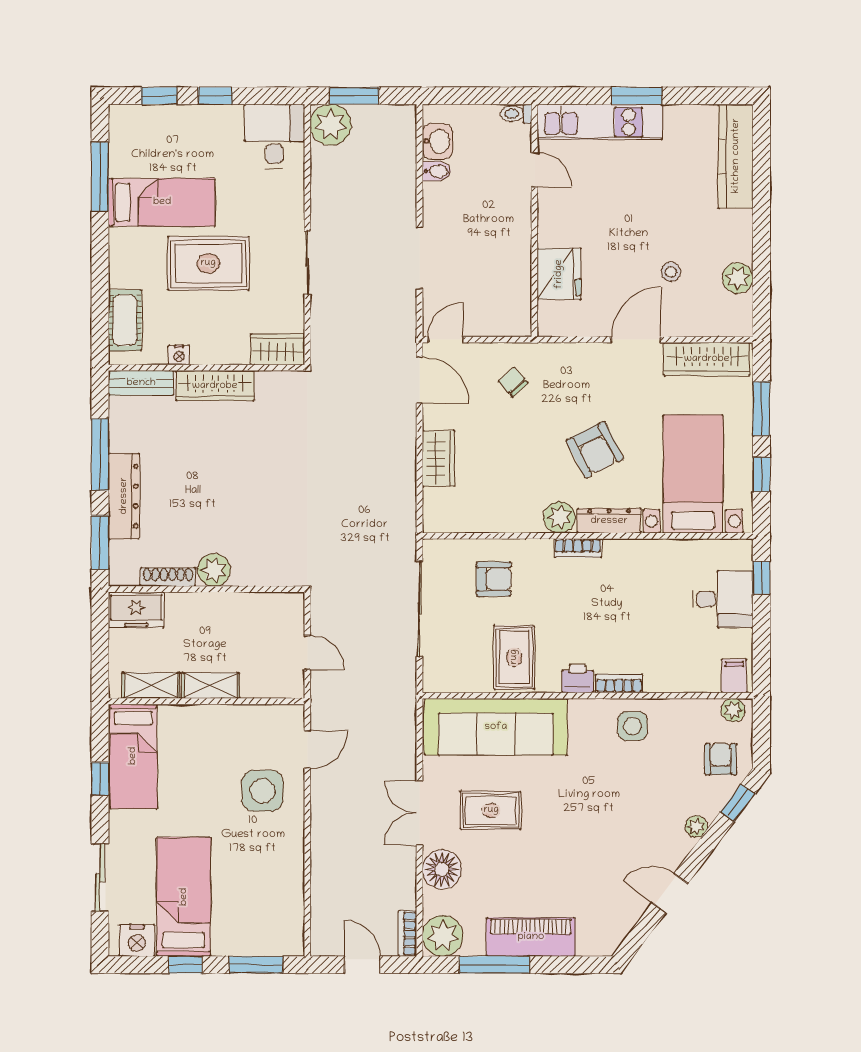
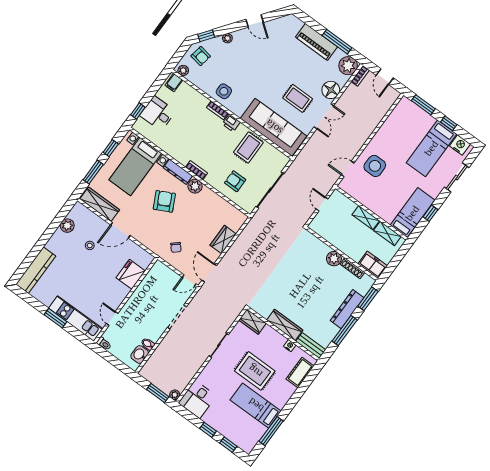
plant: (331, 125) -> (175, 395), width x0.53, depth x0.53
armchair: (721, 759) -> (201, 56), turned -80

